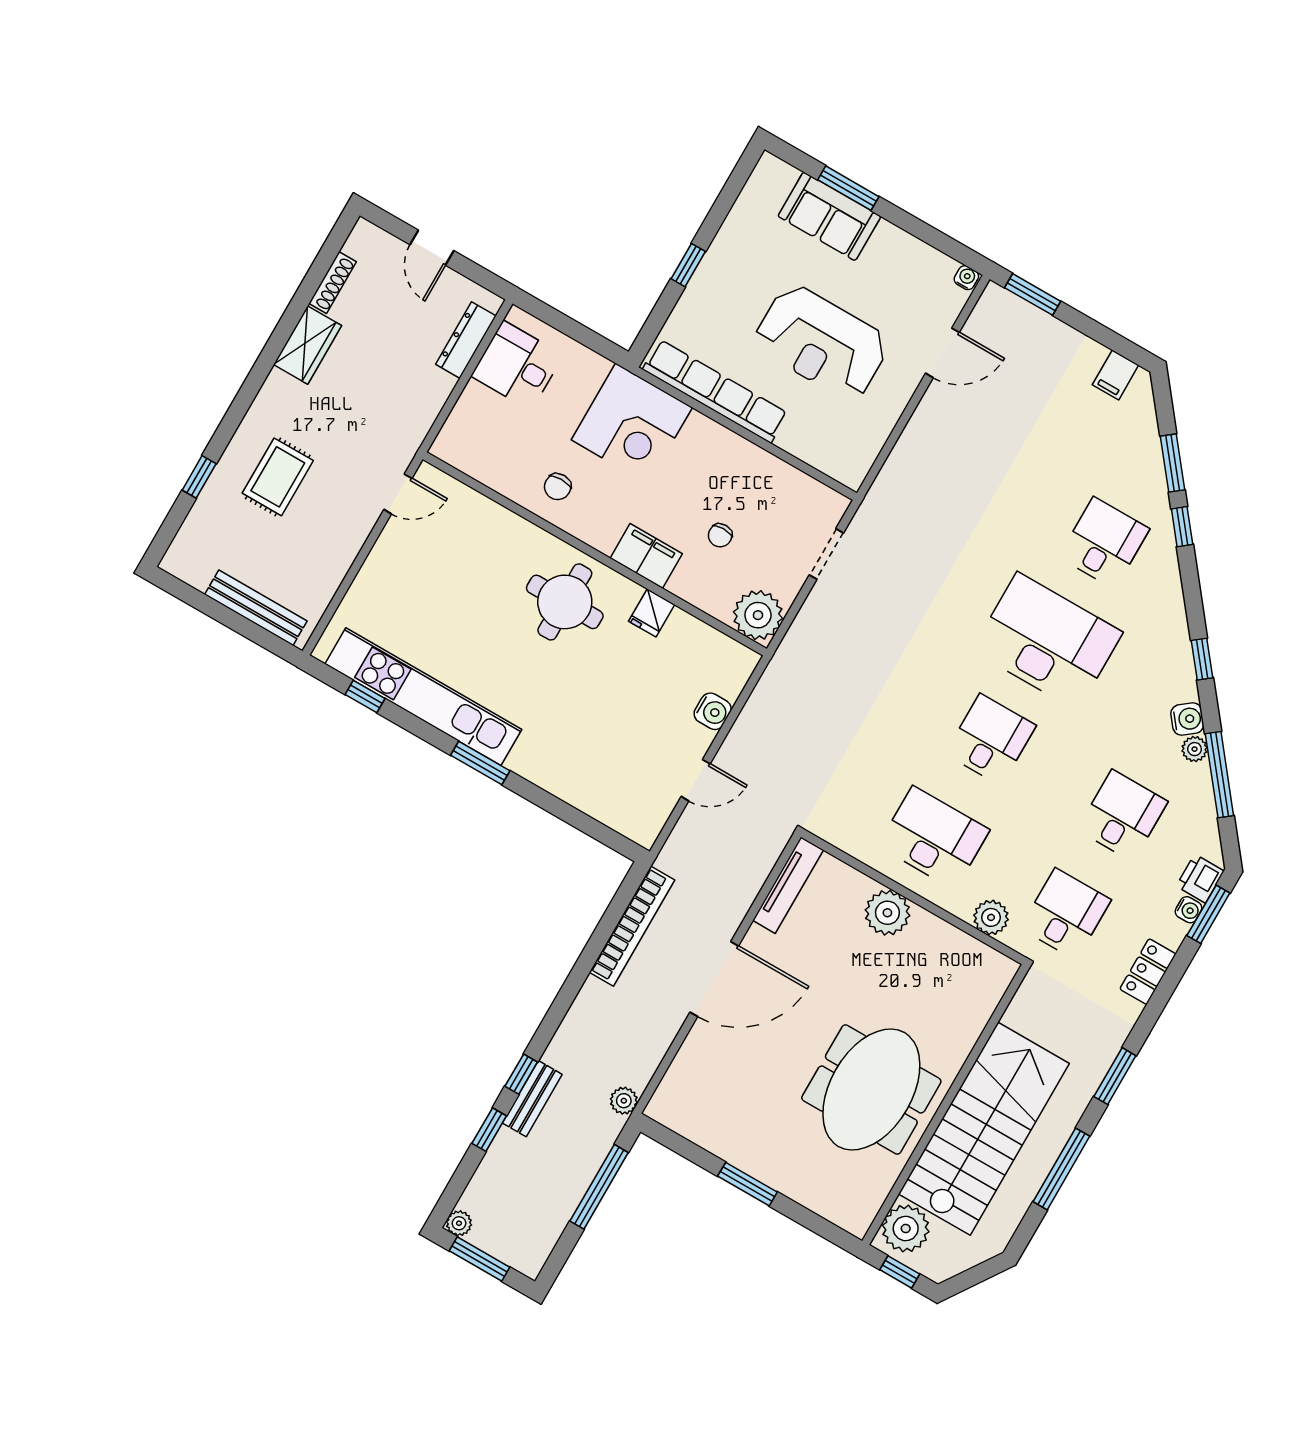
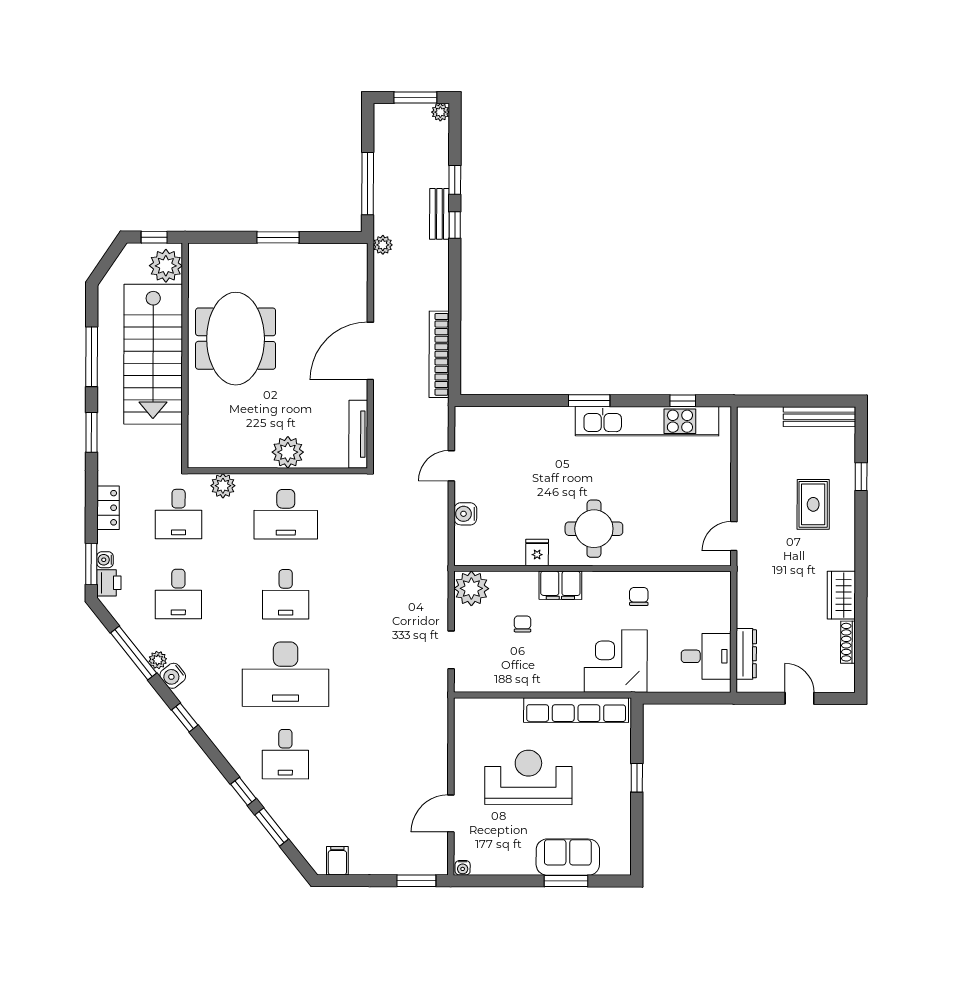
bench: (256, 608) -> (819, 417), moved

